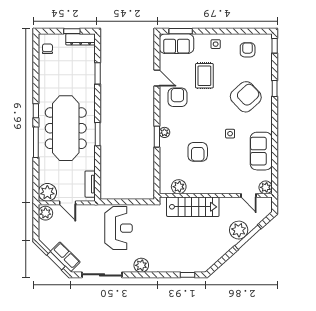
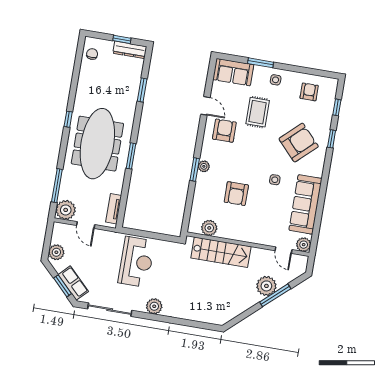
window: (181, 31) -> (261, 63), moved
window: (275, 46) -> (337, 107), moved
window: (36, 142) -> (57, 186), moved
sofa: (261, 151) -> (305, 204), width x1.36
plant: (45, 213) -> (56, 252), moved
window: (187, 275) -> (203, 325), removed

